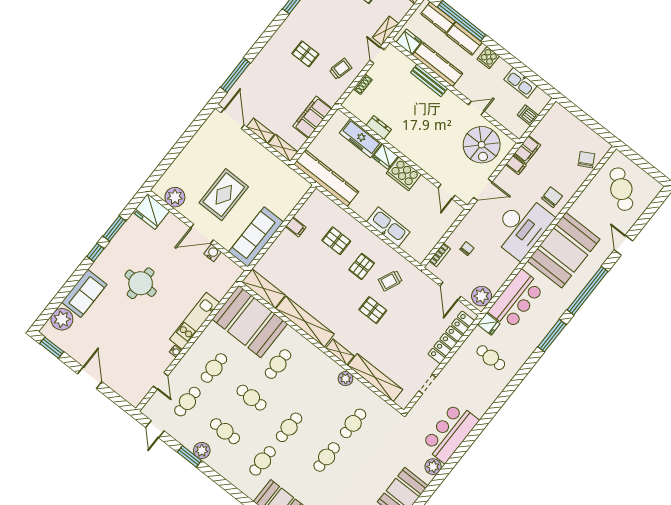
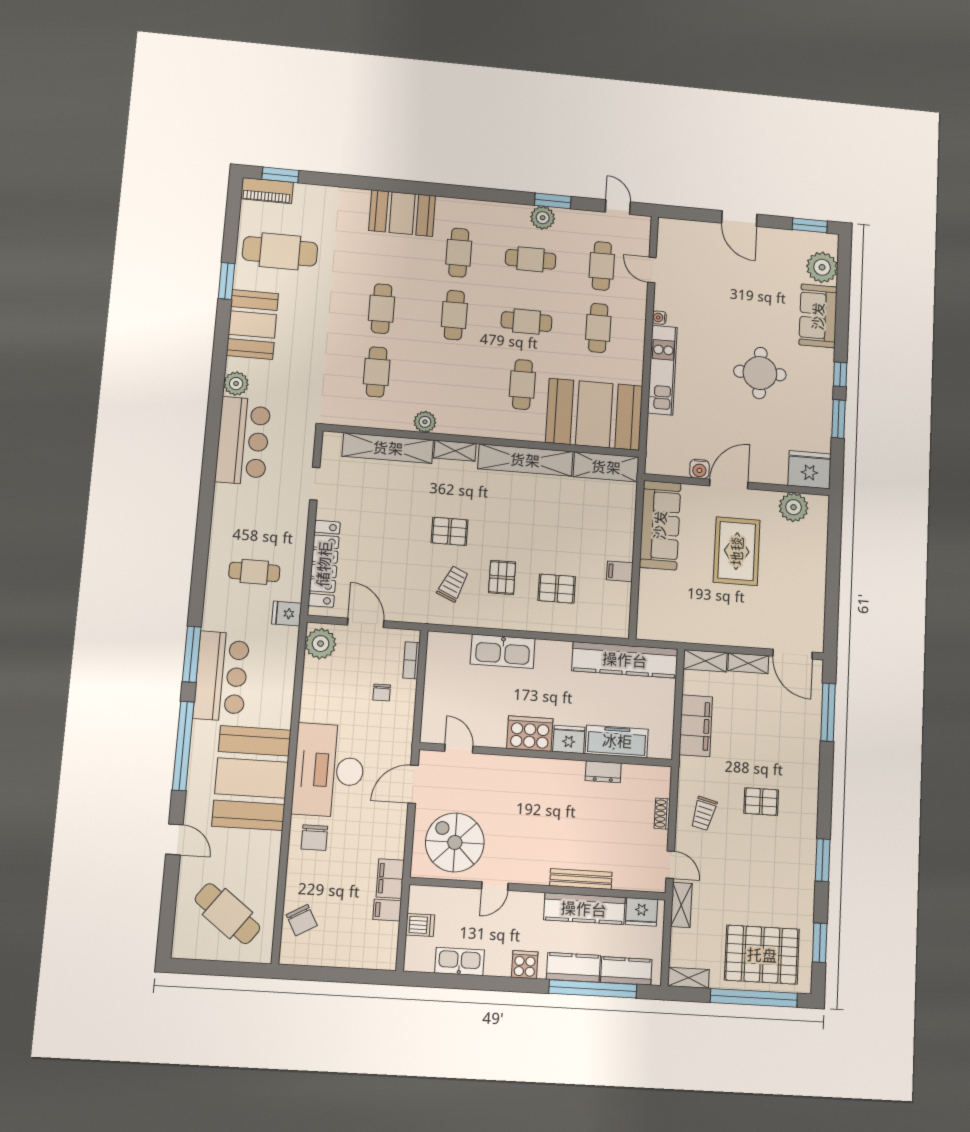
filing cabinet: (516, 165) -> (387, 910), moved
bar counter: (516, 300) -> (221, 676), moved, turned 180

